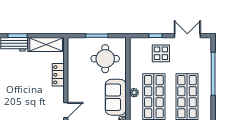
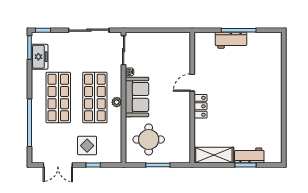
locker: (58, 75) -> (201, 106), moved

